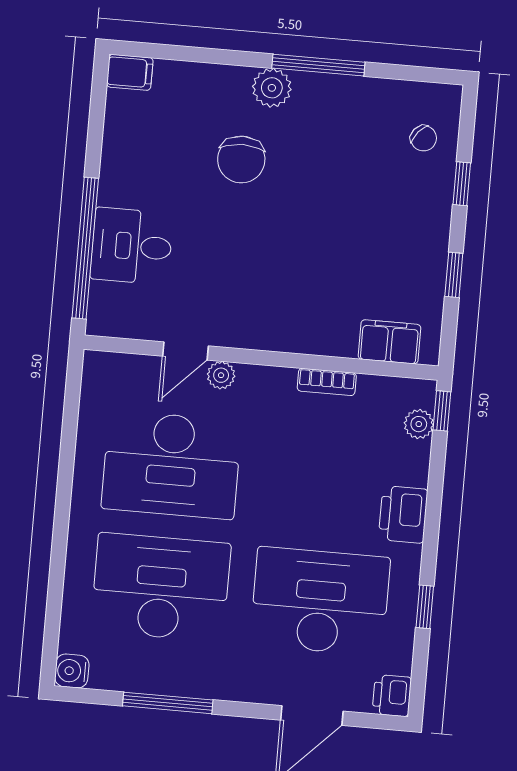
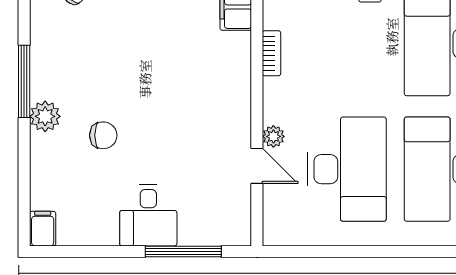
chair: (241, 160) -> (103, 135), width x0.73, depth x0.73
desk: (132, 246) -> (148, 215), moved
window: (85, 248) -> (183, 251), width x0.68

